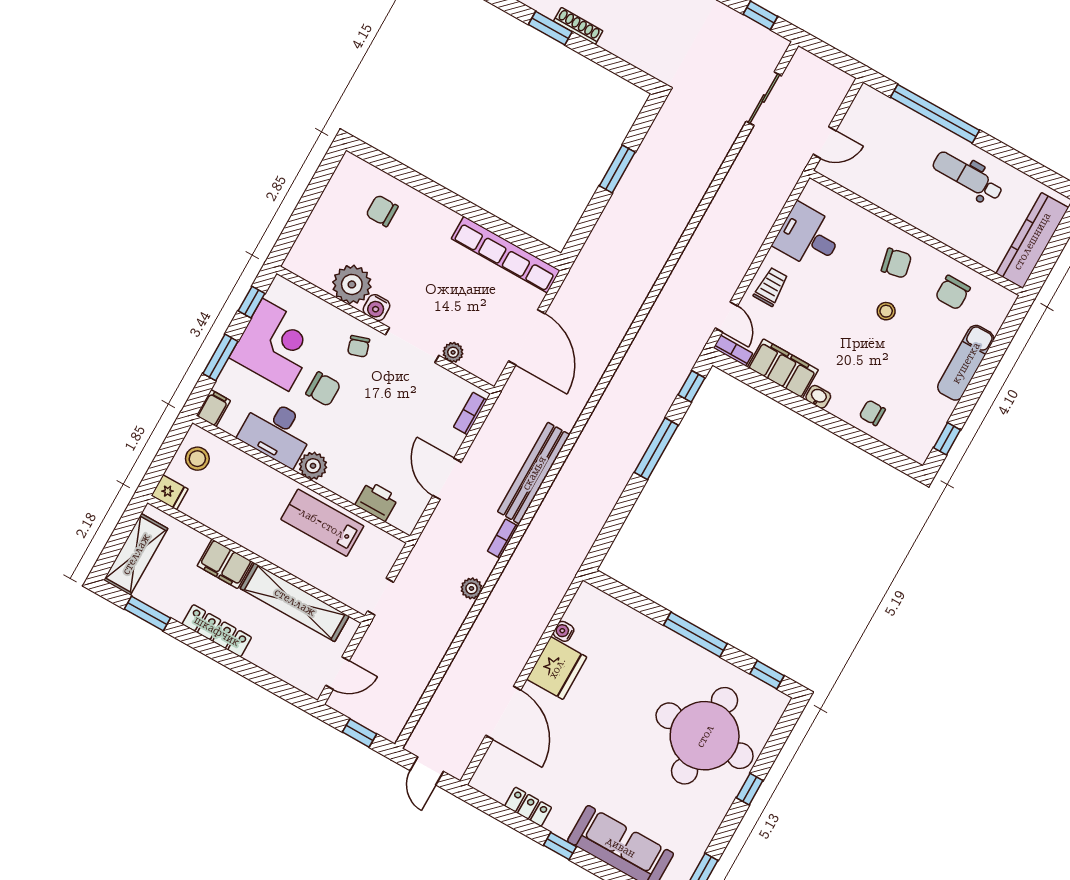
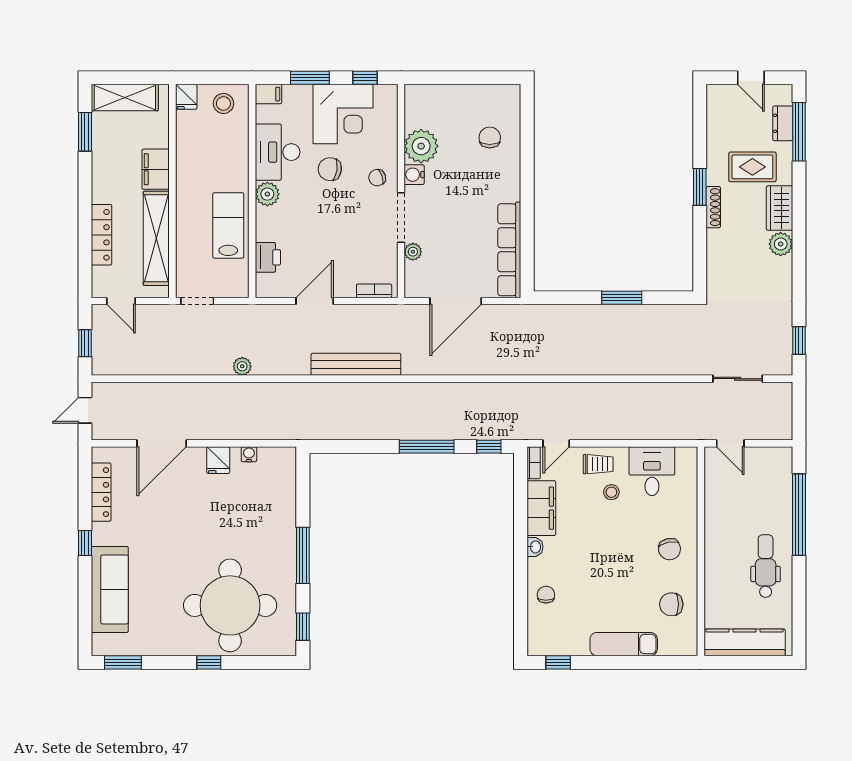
stool: (886, 311) -> (611, 492), moved
chair: (323, 389) -> (330, 169), turned 99
bookcase: (503, 539) -> (293, 369), removed
locker: (217, 631) -> (102, 235), moved
fridge: (557, 668) -> (218, 460), width x0.53, depth x0.75
locker: (528, 807) -> (101, 492), width x1.53

